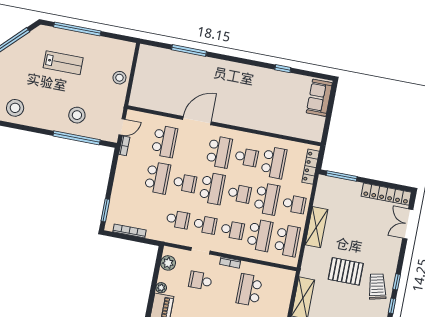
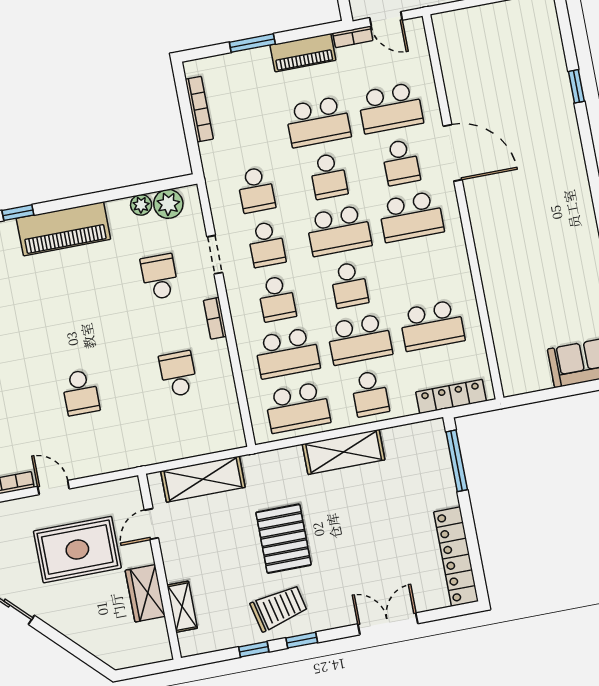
window: (189, 50) -> (576, 86), width x0.46
school desk: (246, 157) -> (401, 162), moved
piano: (122, 172) -> (303, 53), added
window: (105, 210) -> (252, 43), moved
double door: (408, 224) -> (388, 624), moved
plant: (161, 288) -> (141, 205), moved
school desk: (249, 290) -> (178, 374), width x0.54

